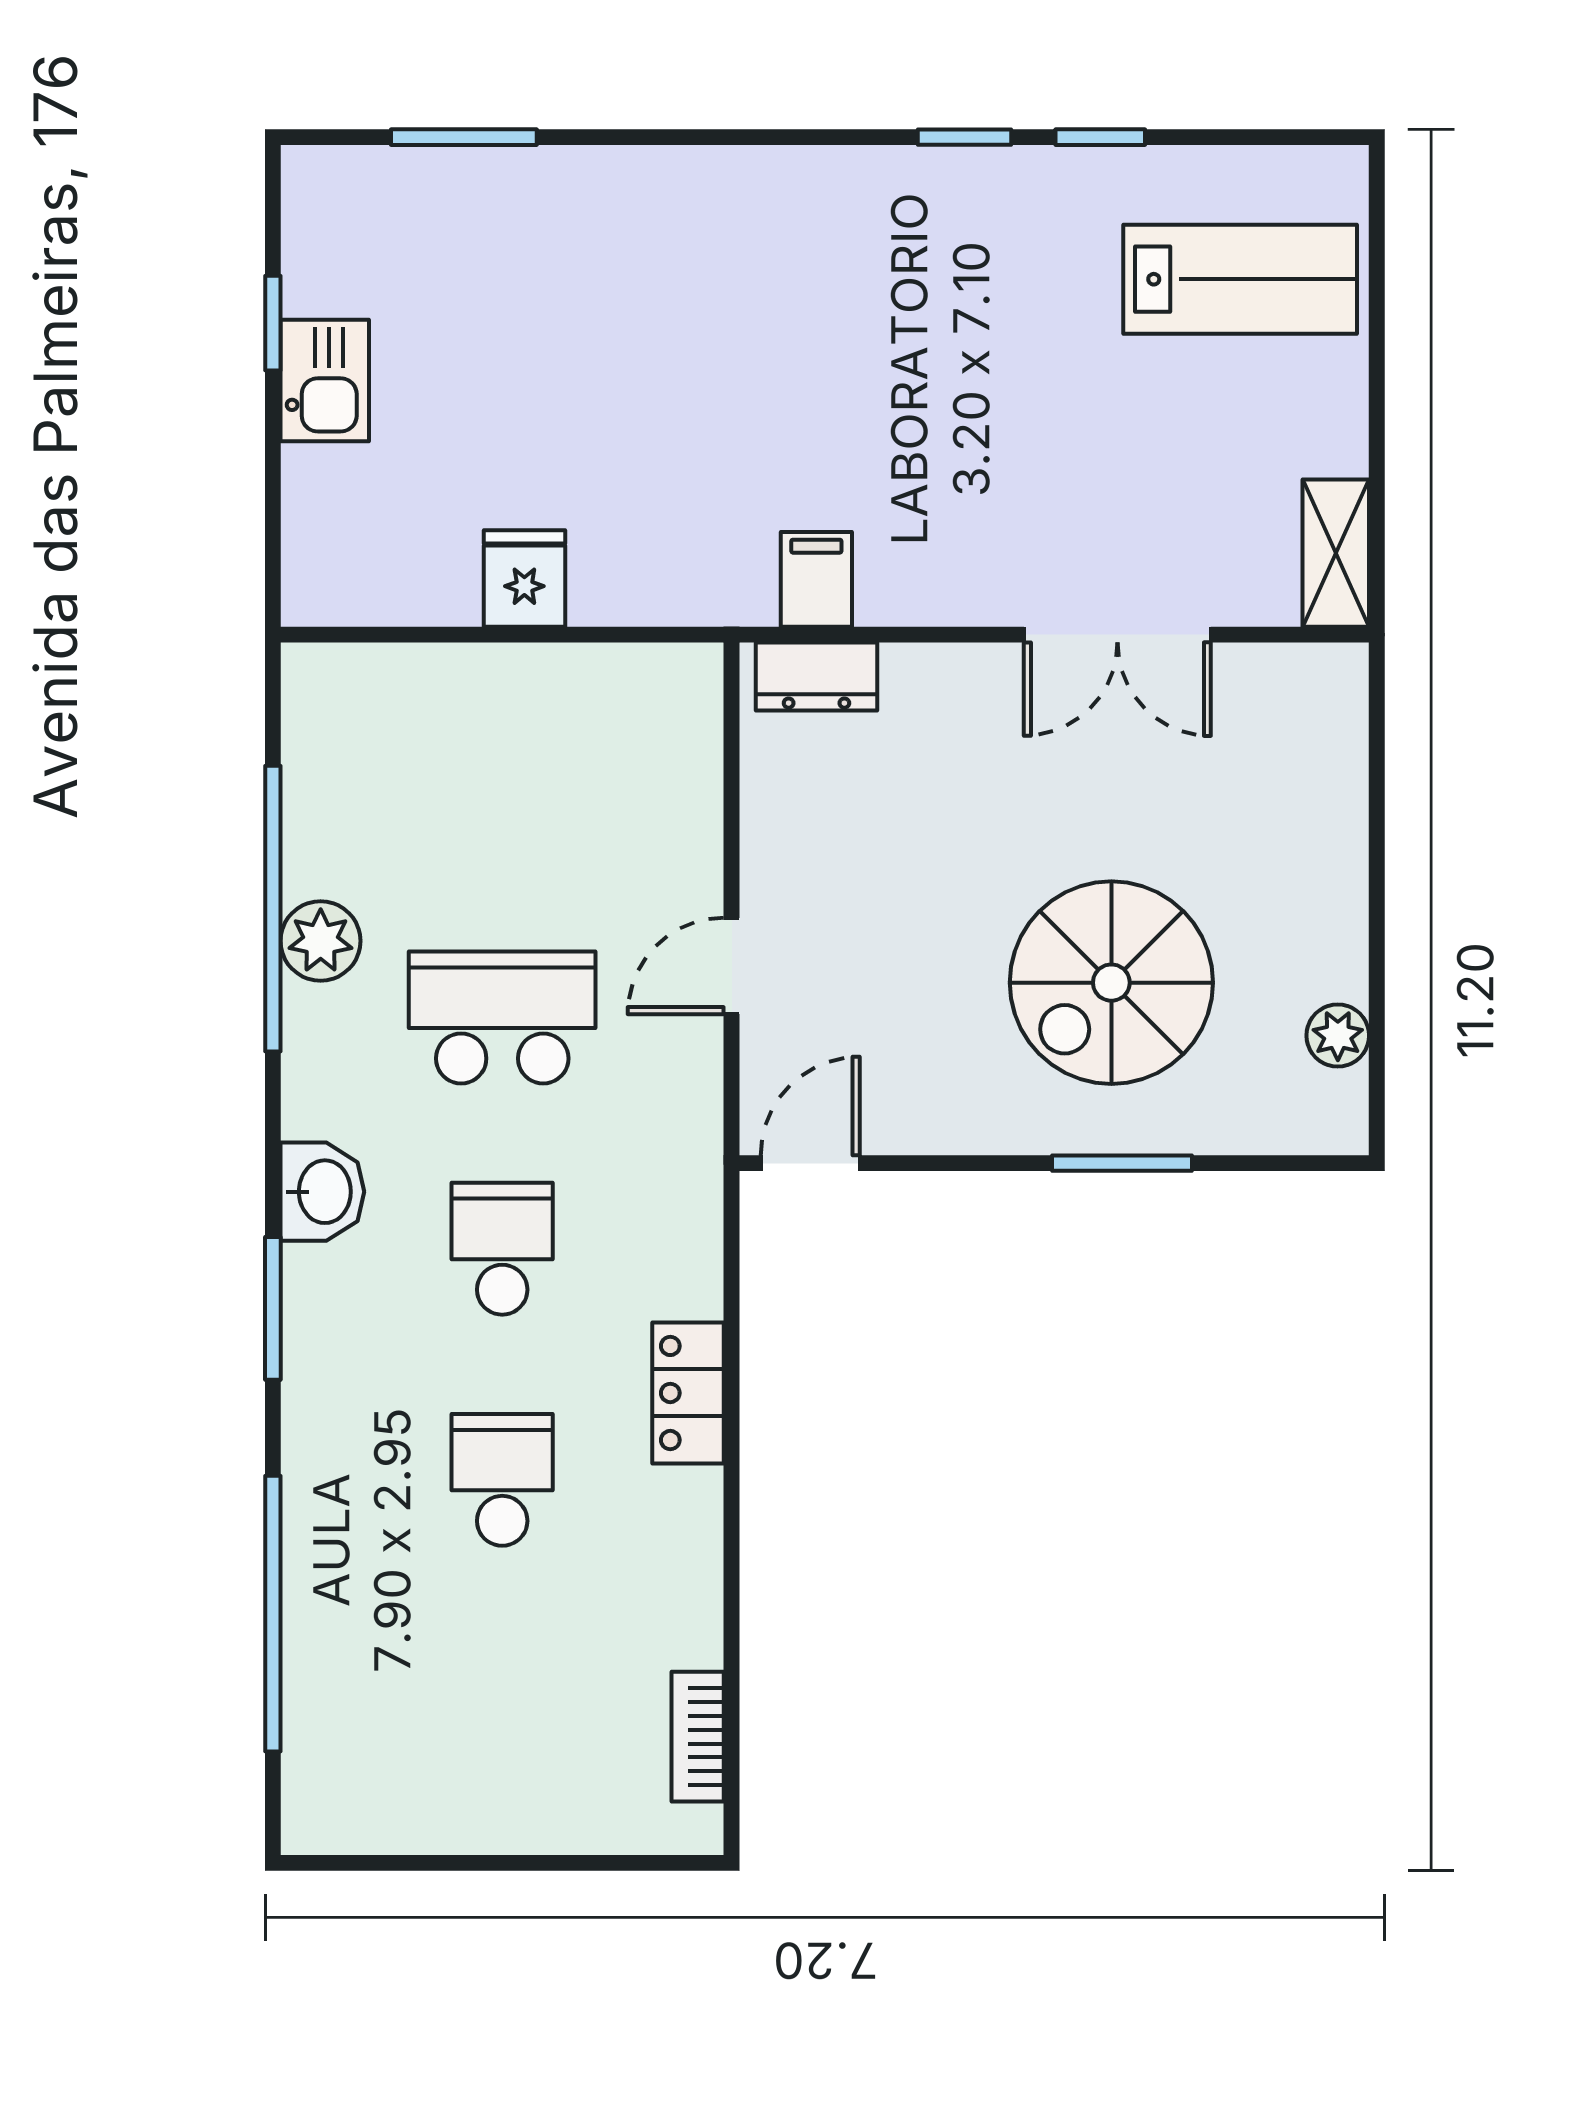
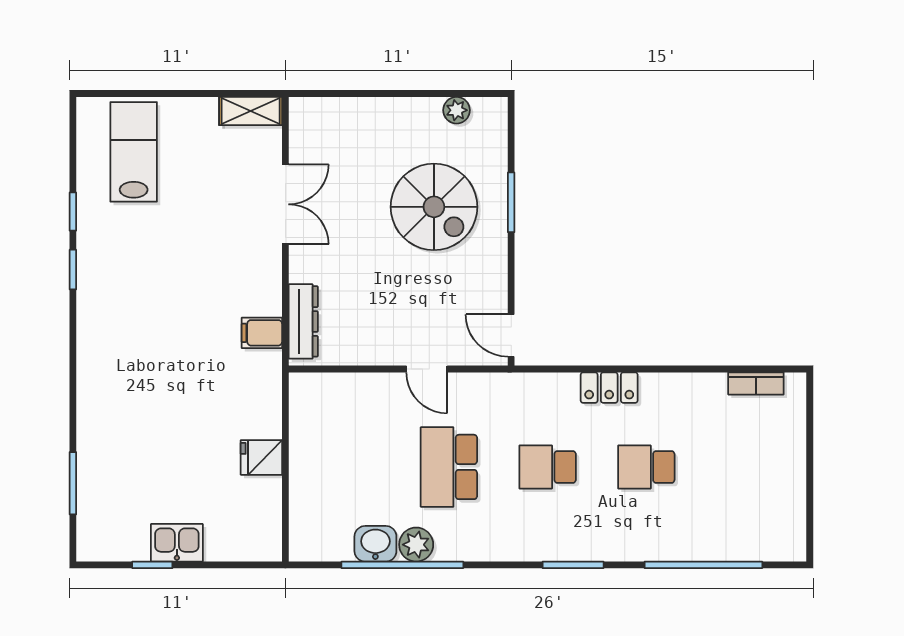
dresser: (816, 676) -> (303, 321), width x1.44
washbasin: (322, 1192) -> (375, 544), moved

